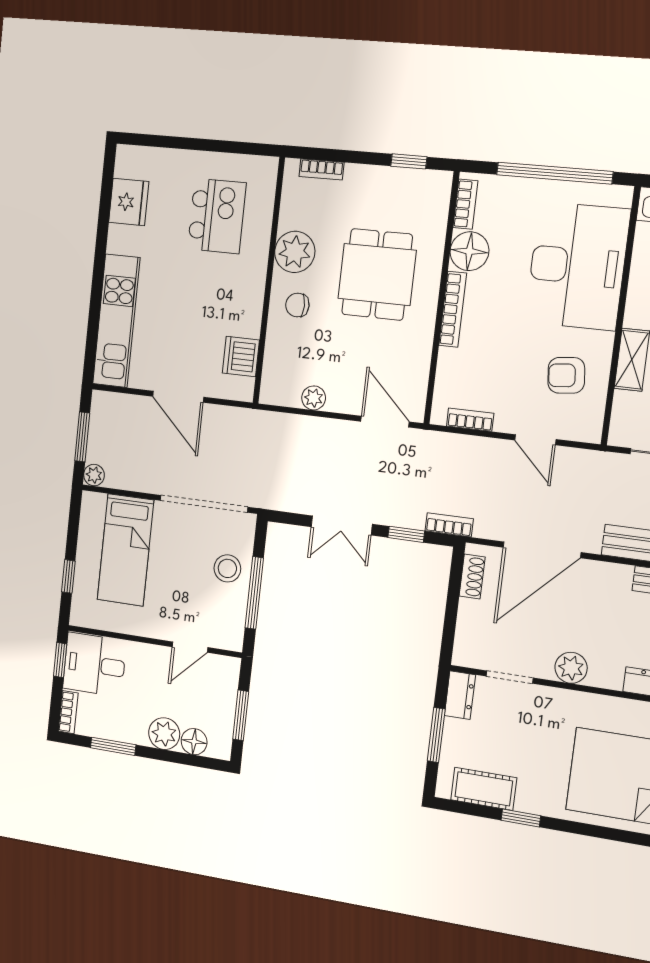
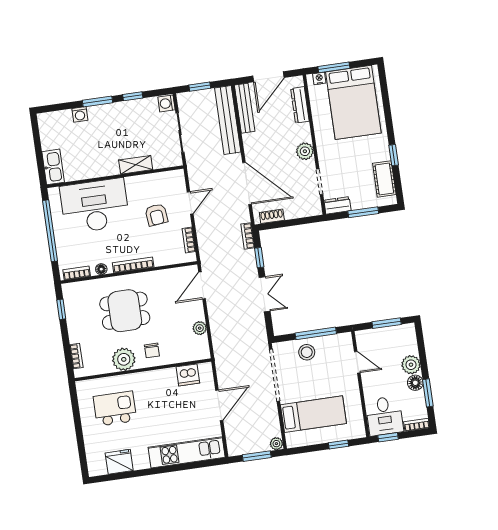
floor lamp: (469, 251) -> (101, 269), width x0.53, depth x0.53
armchair: (566, 375) -> (156, 215), moved
floor lamp: (194, 742) -> (415, 383), moved

